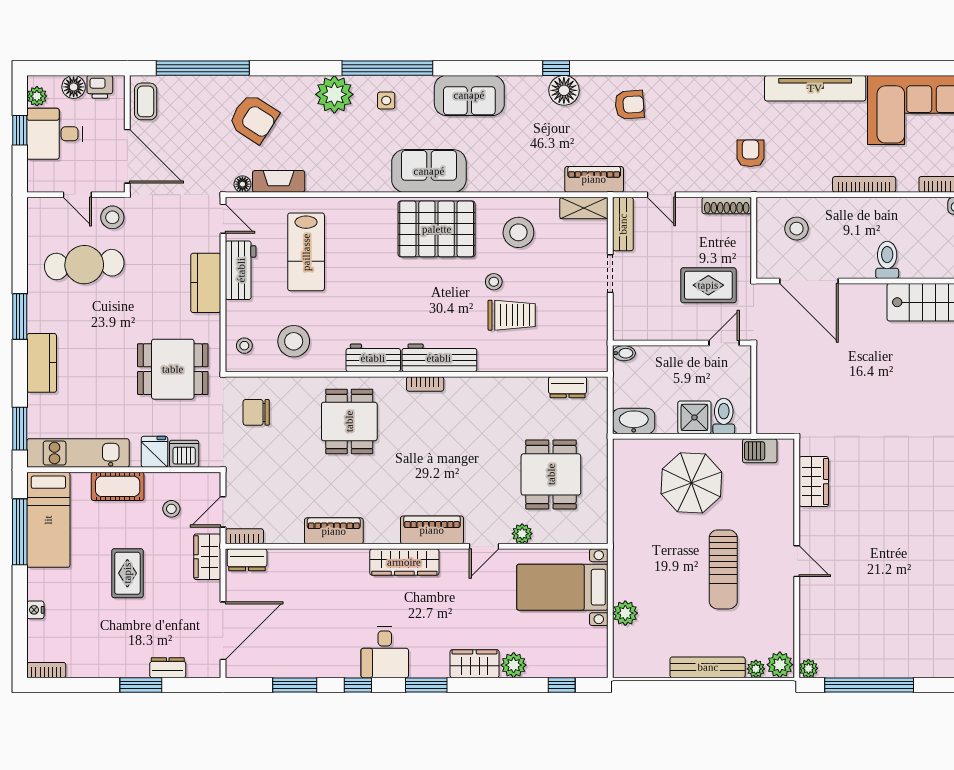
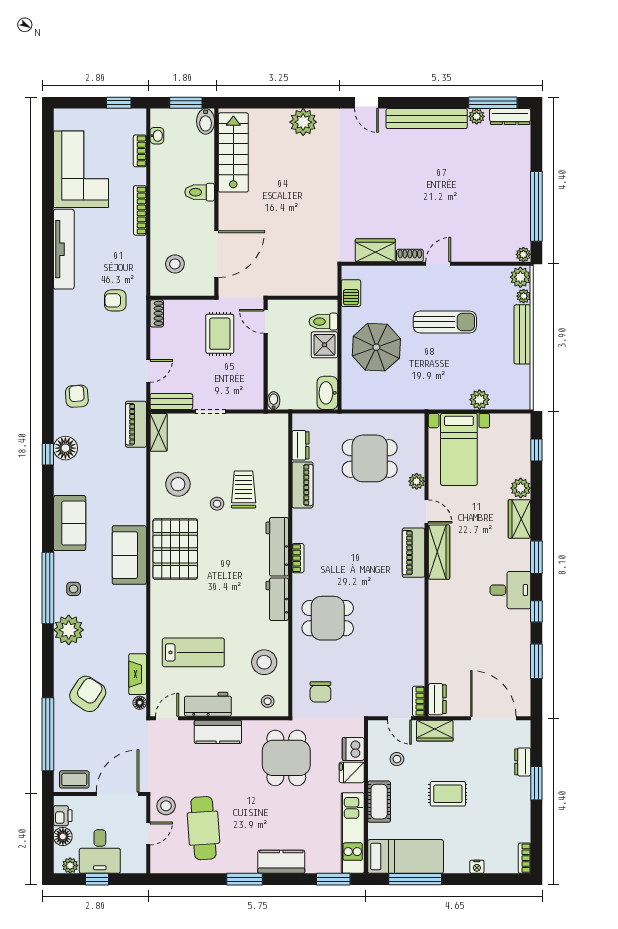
shoe rack: (727, 206) -> (157, 313), width x0.70
shoe rack: (807, 525) -> (410, 255), added
piano: (334, 531) -> (302, 485), moved, turned 180
wardrobe: (404, 562) -> (439, 552), moved

